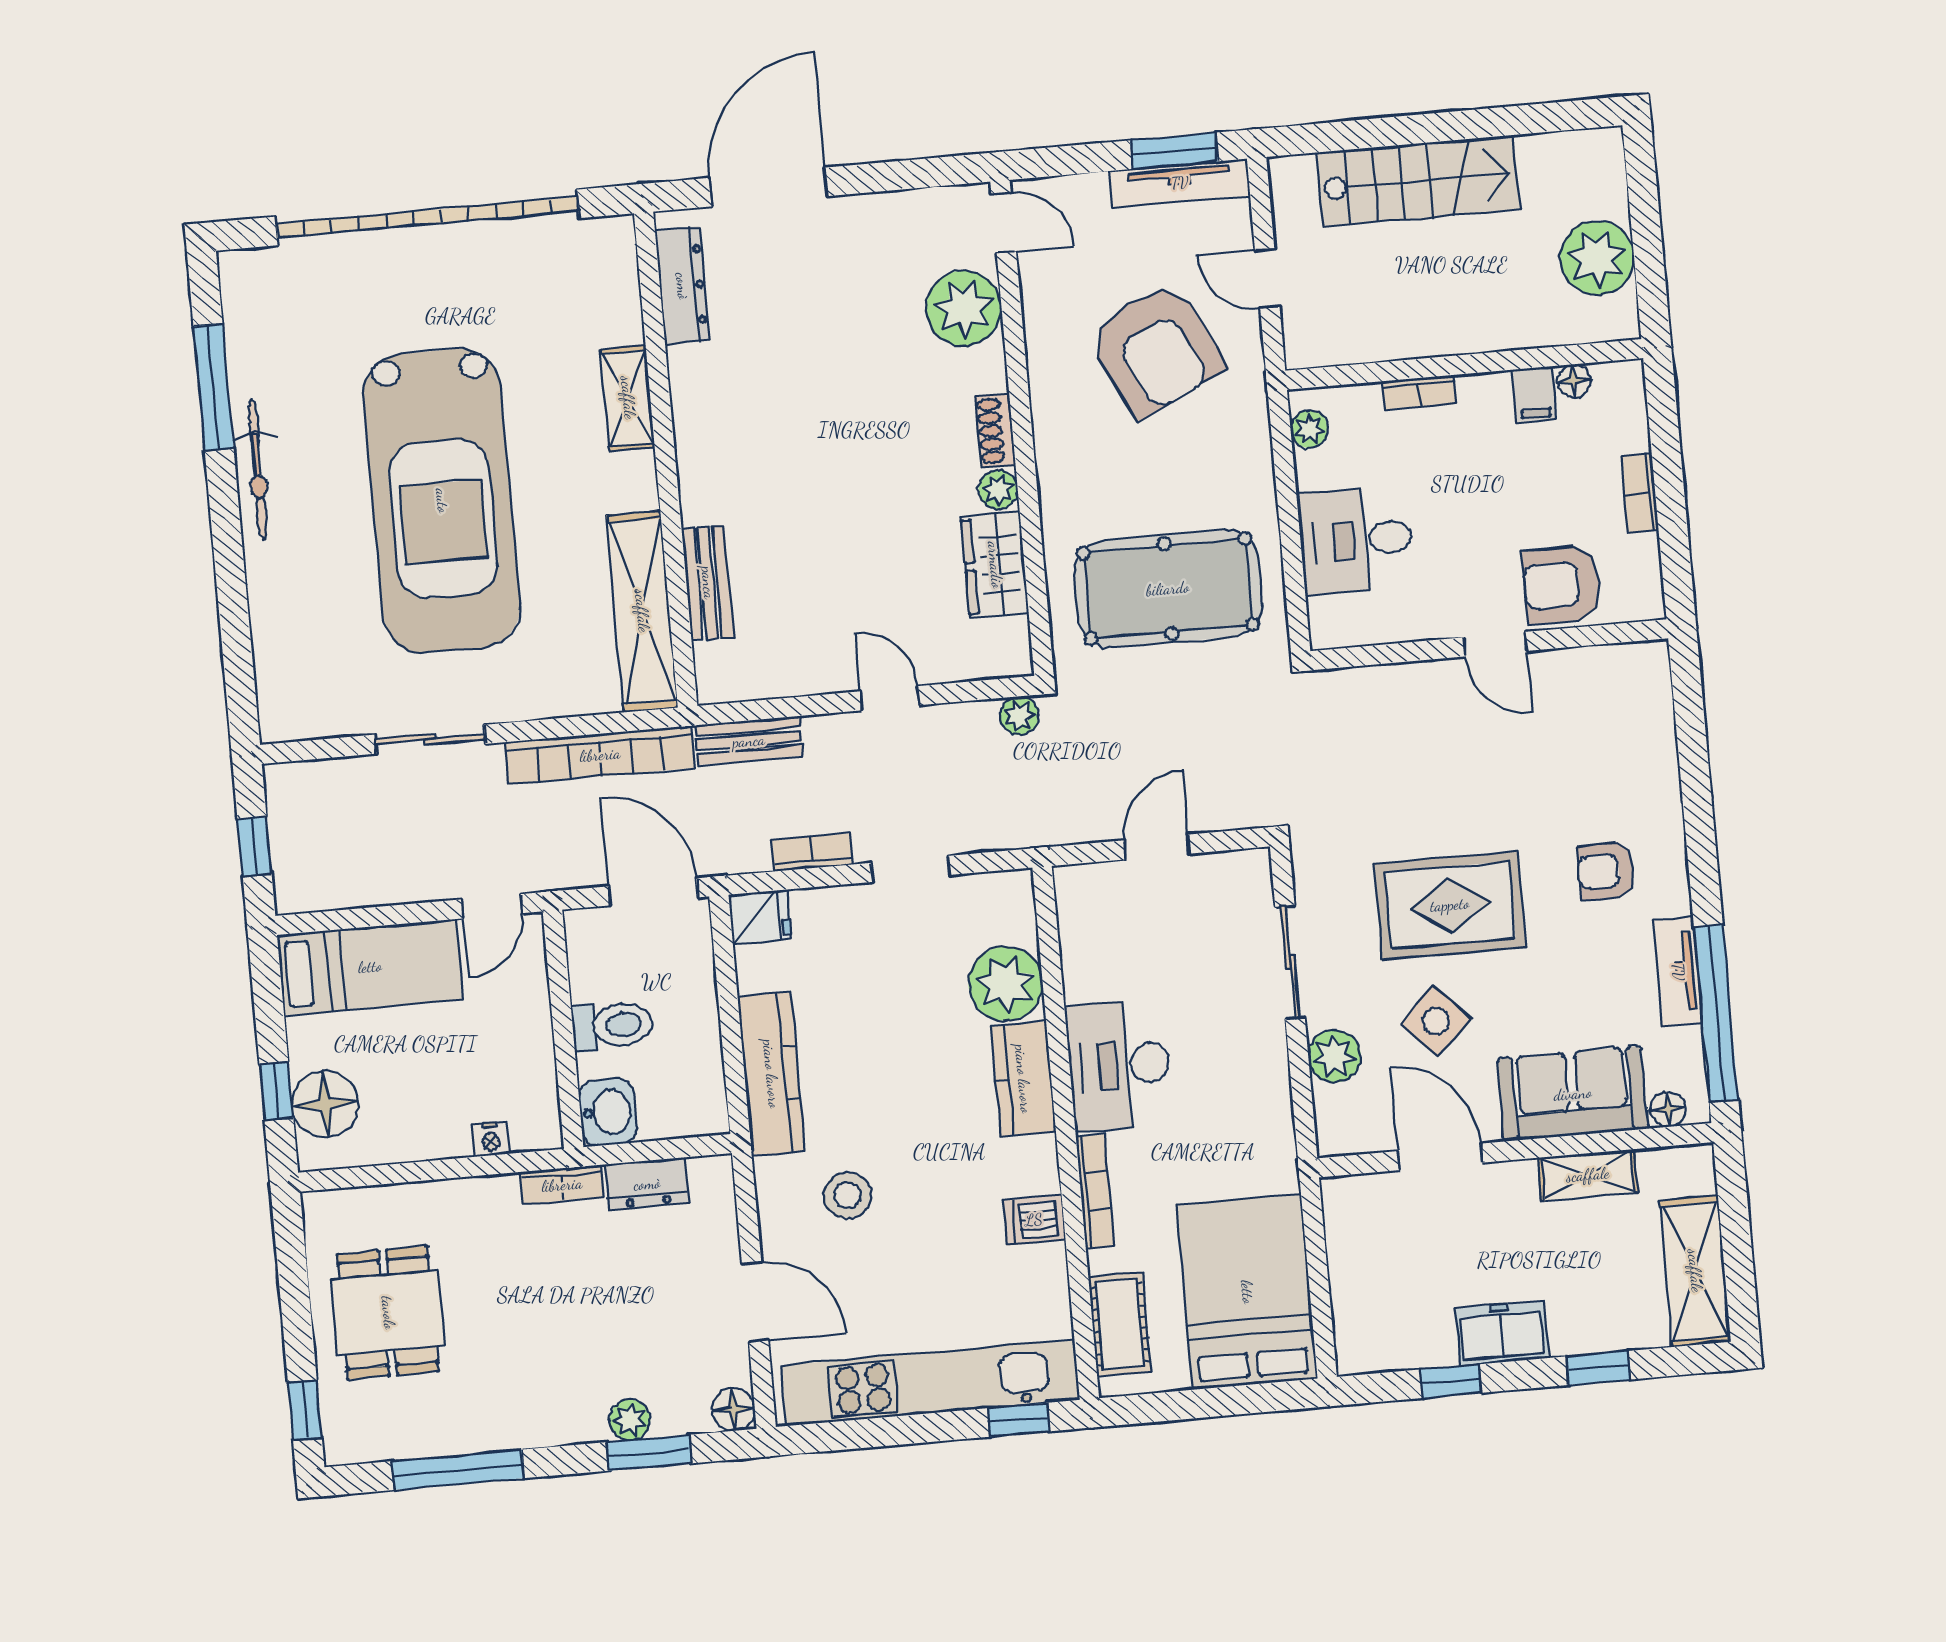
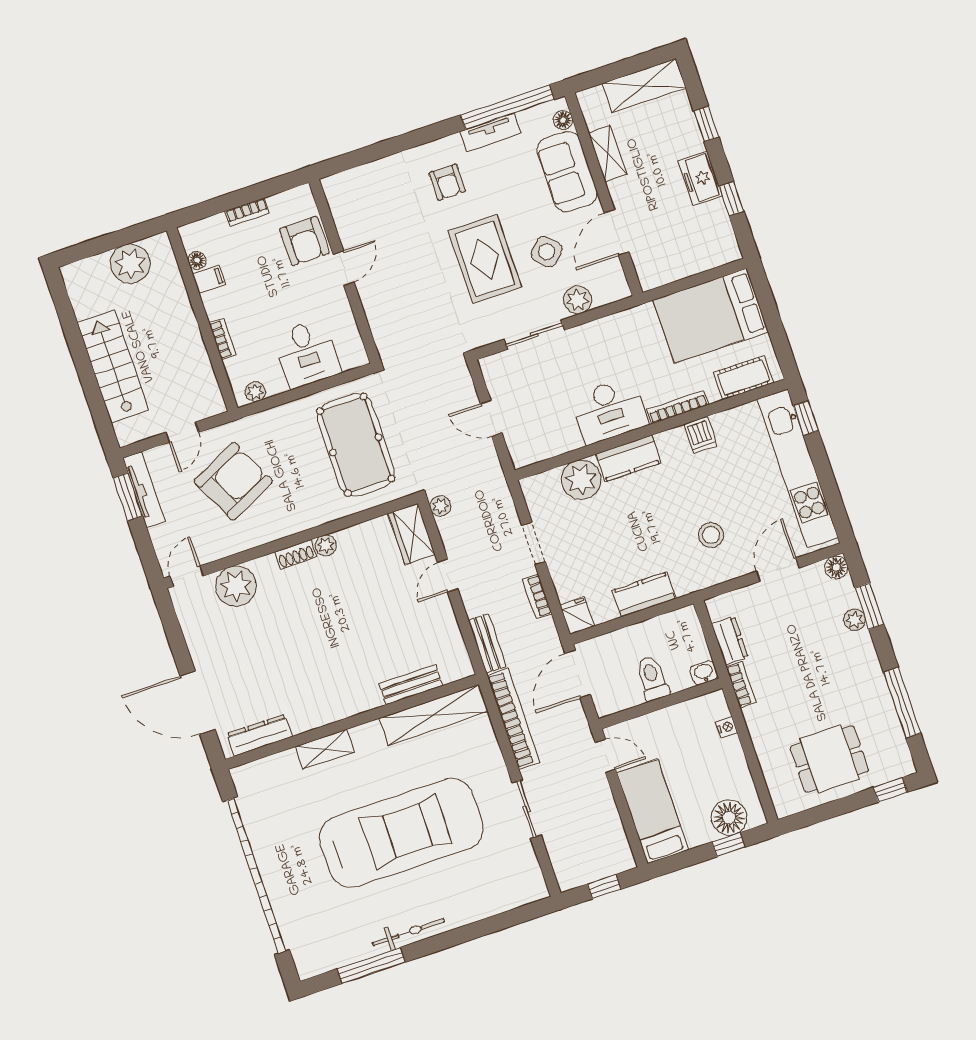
wardrobe: (995, 565) -> (412, 534), moved, turned 90
kitchen counter: (771, 1074) -> (644, 594), width x0.67
washbasin: (608, 1112) -> (704, 673), width x0.72, depth x0.69

